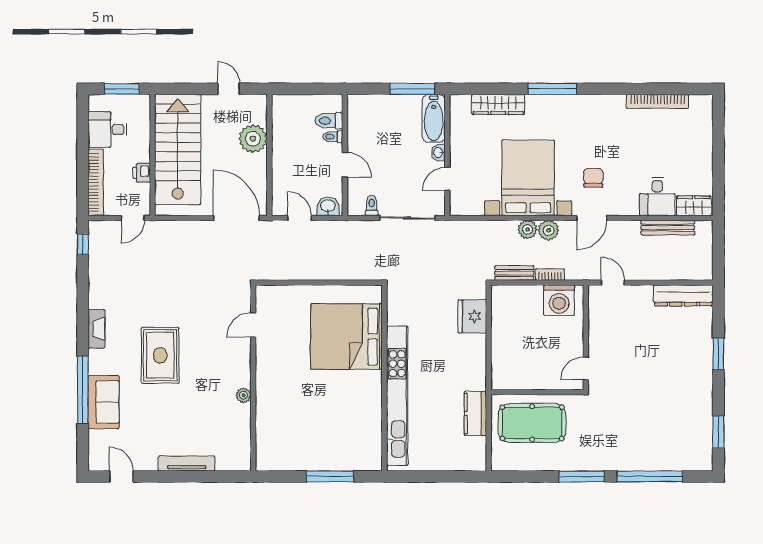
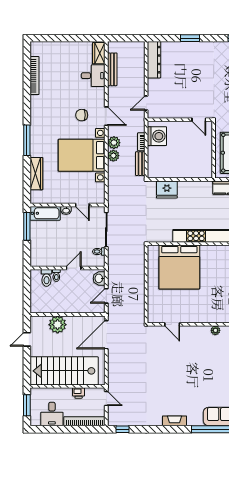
rug: (160, 355) -> (191, 382), removed

